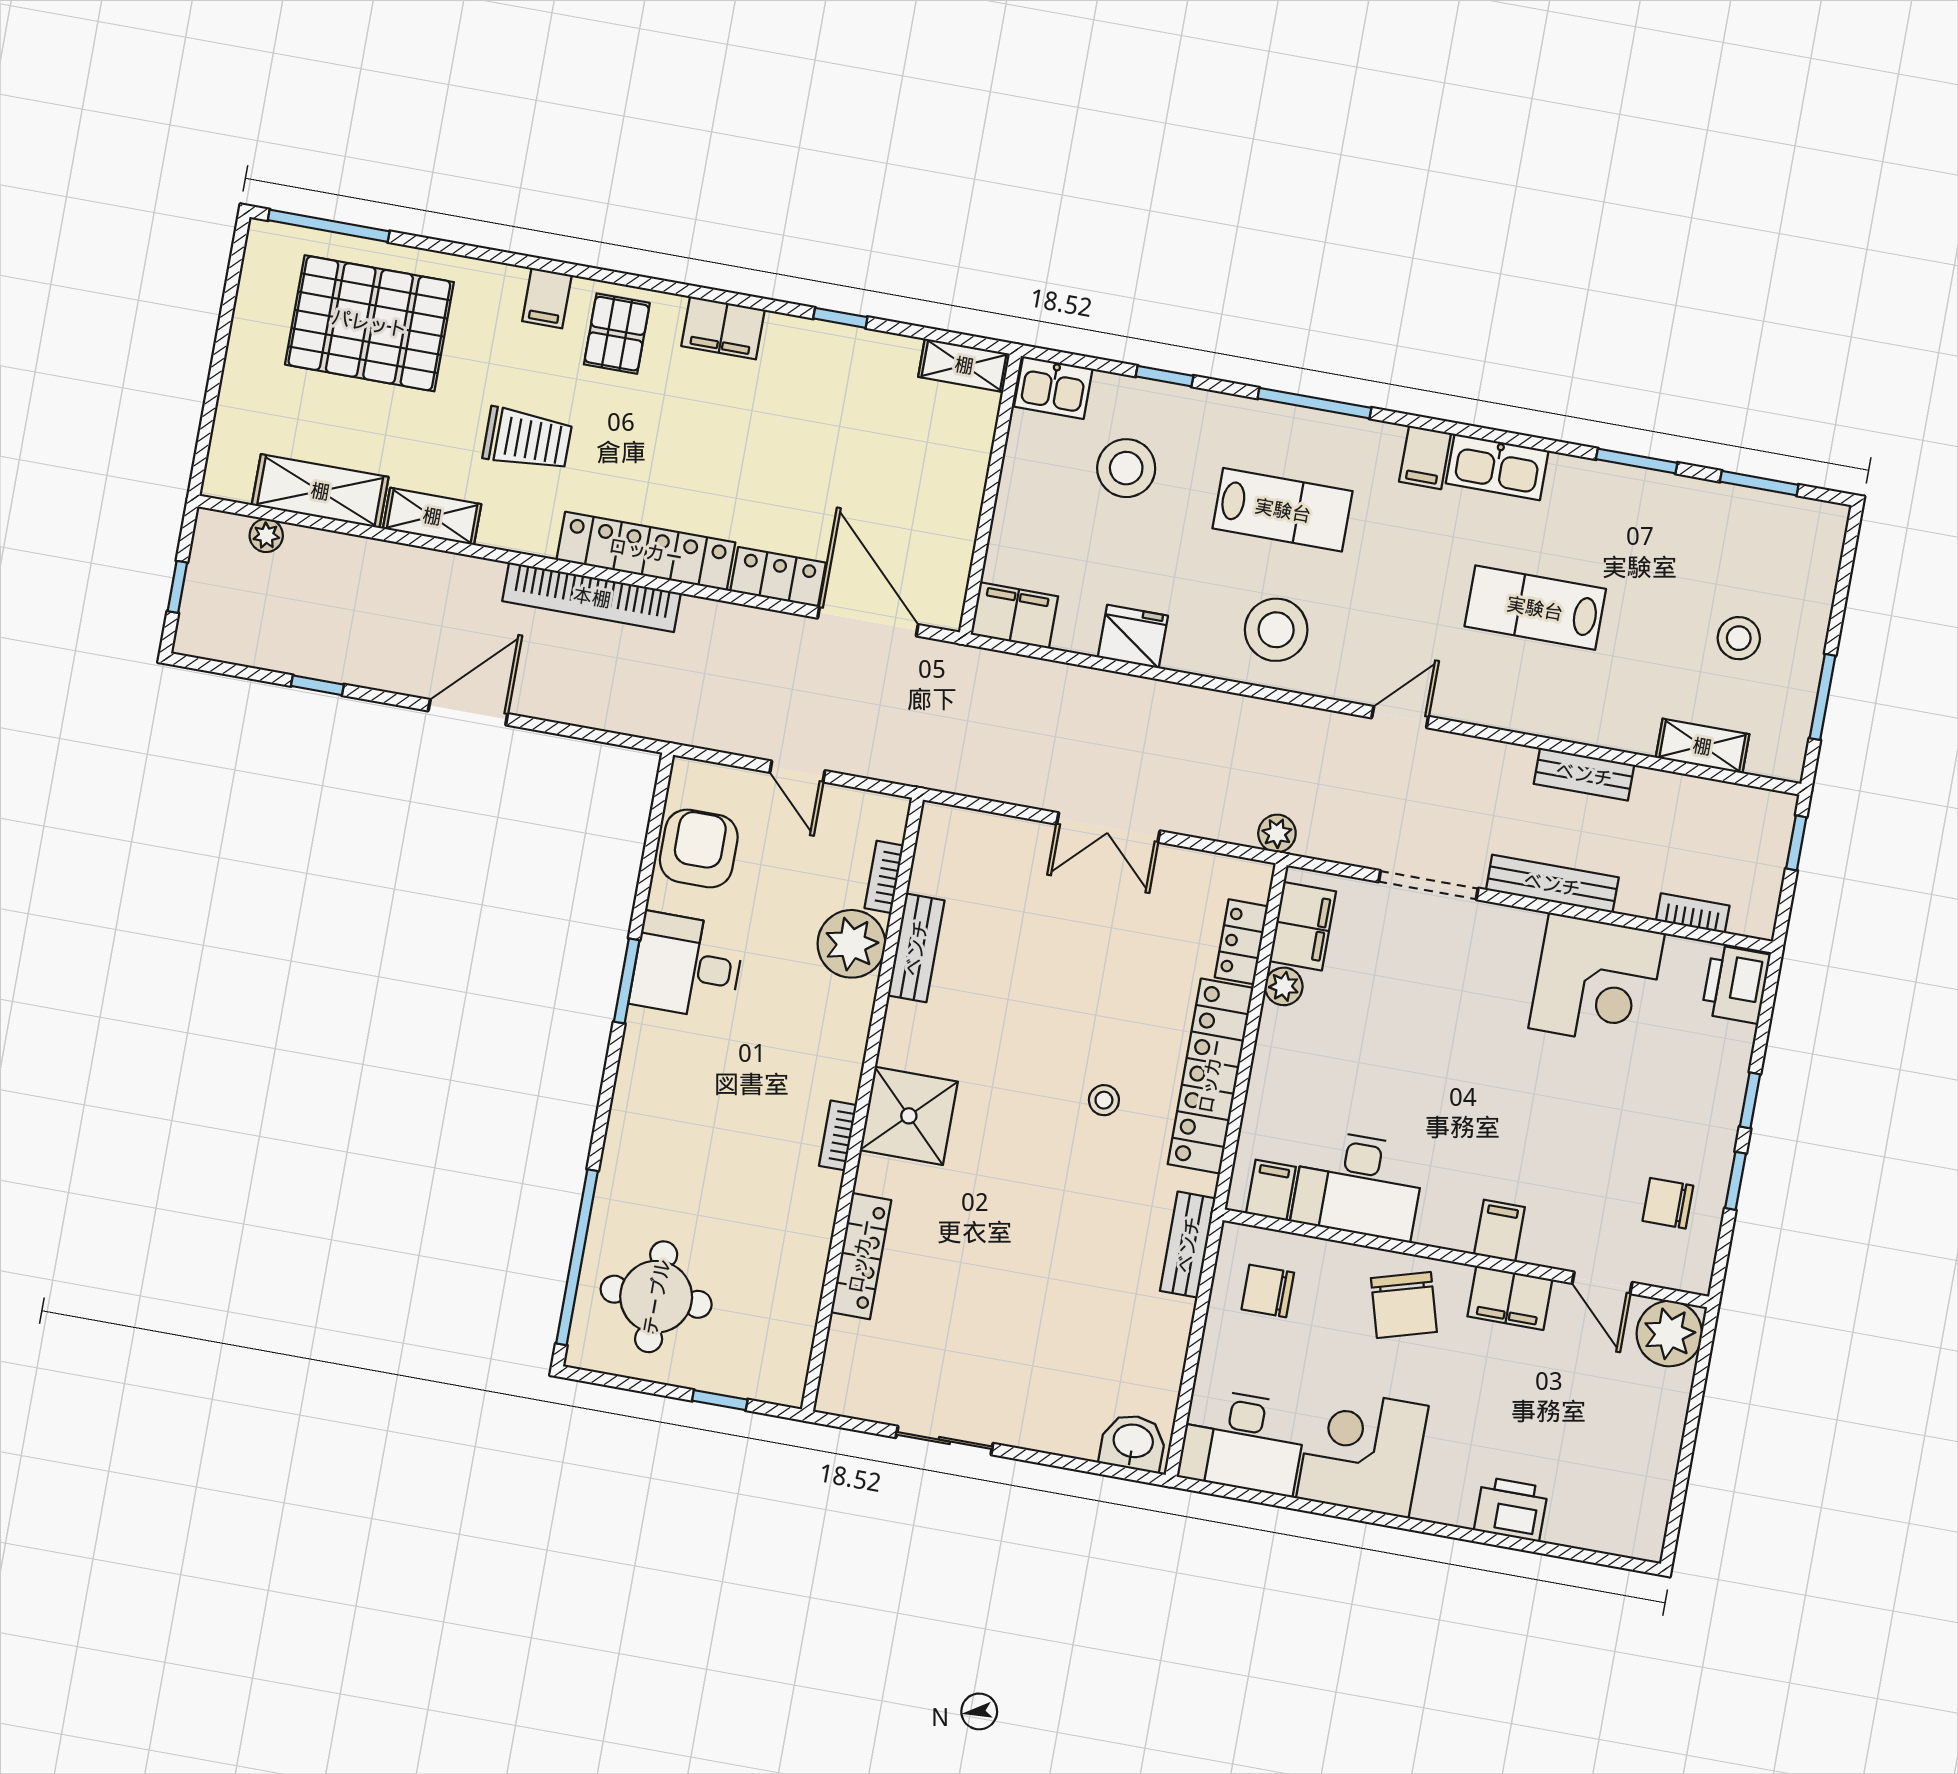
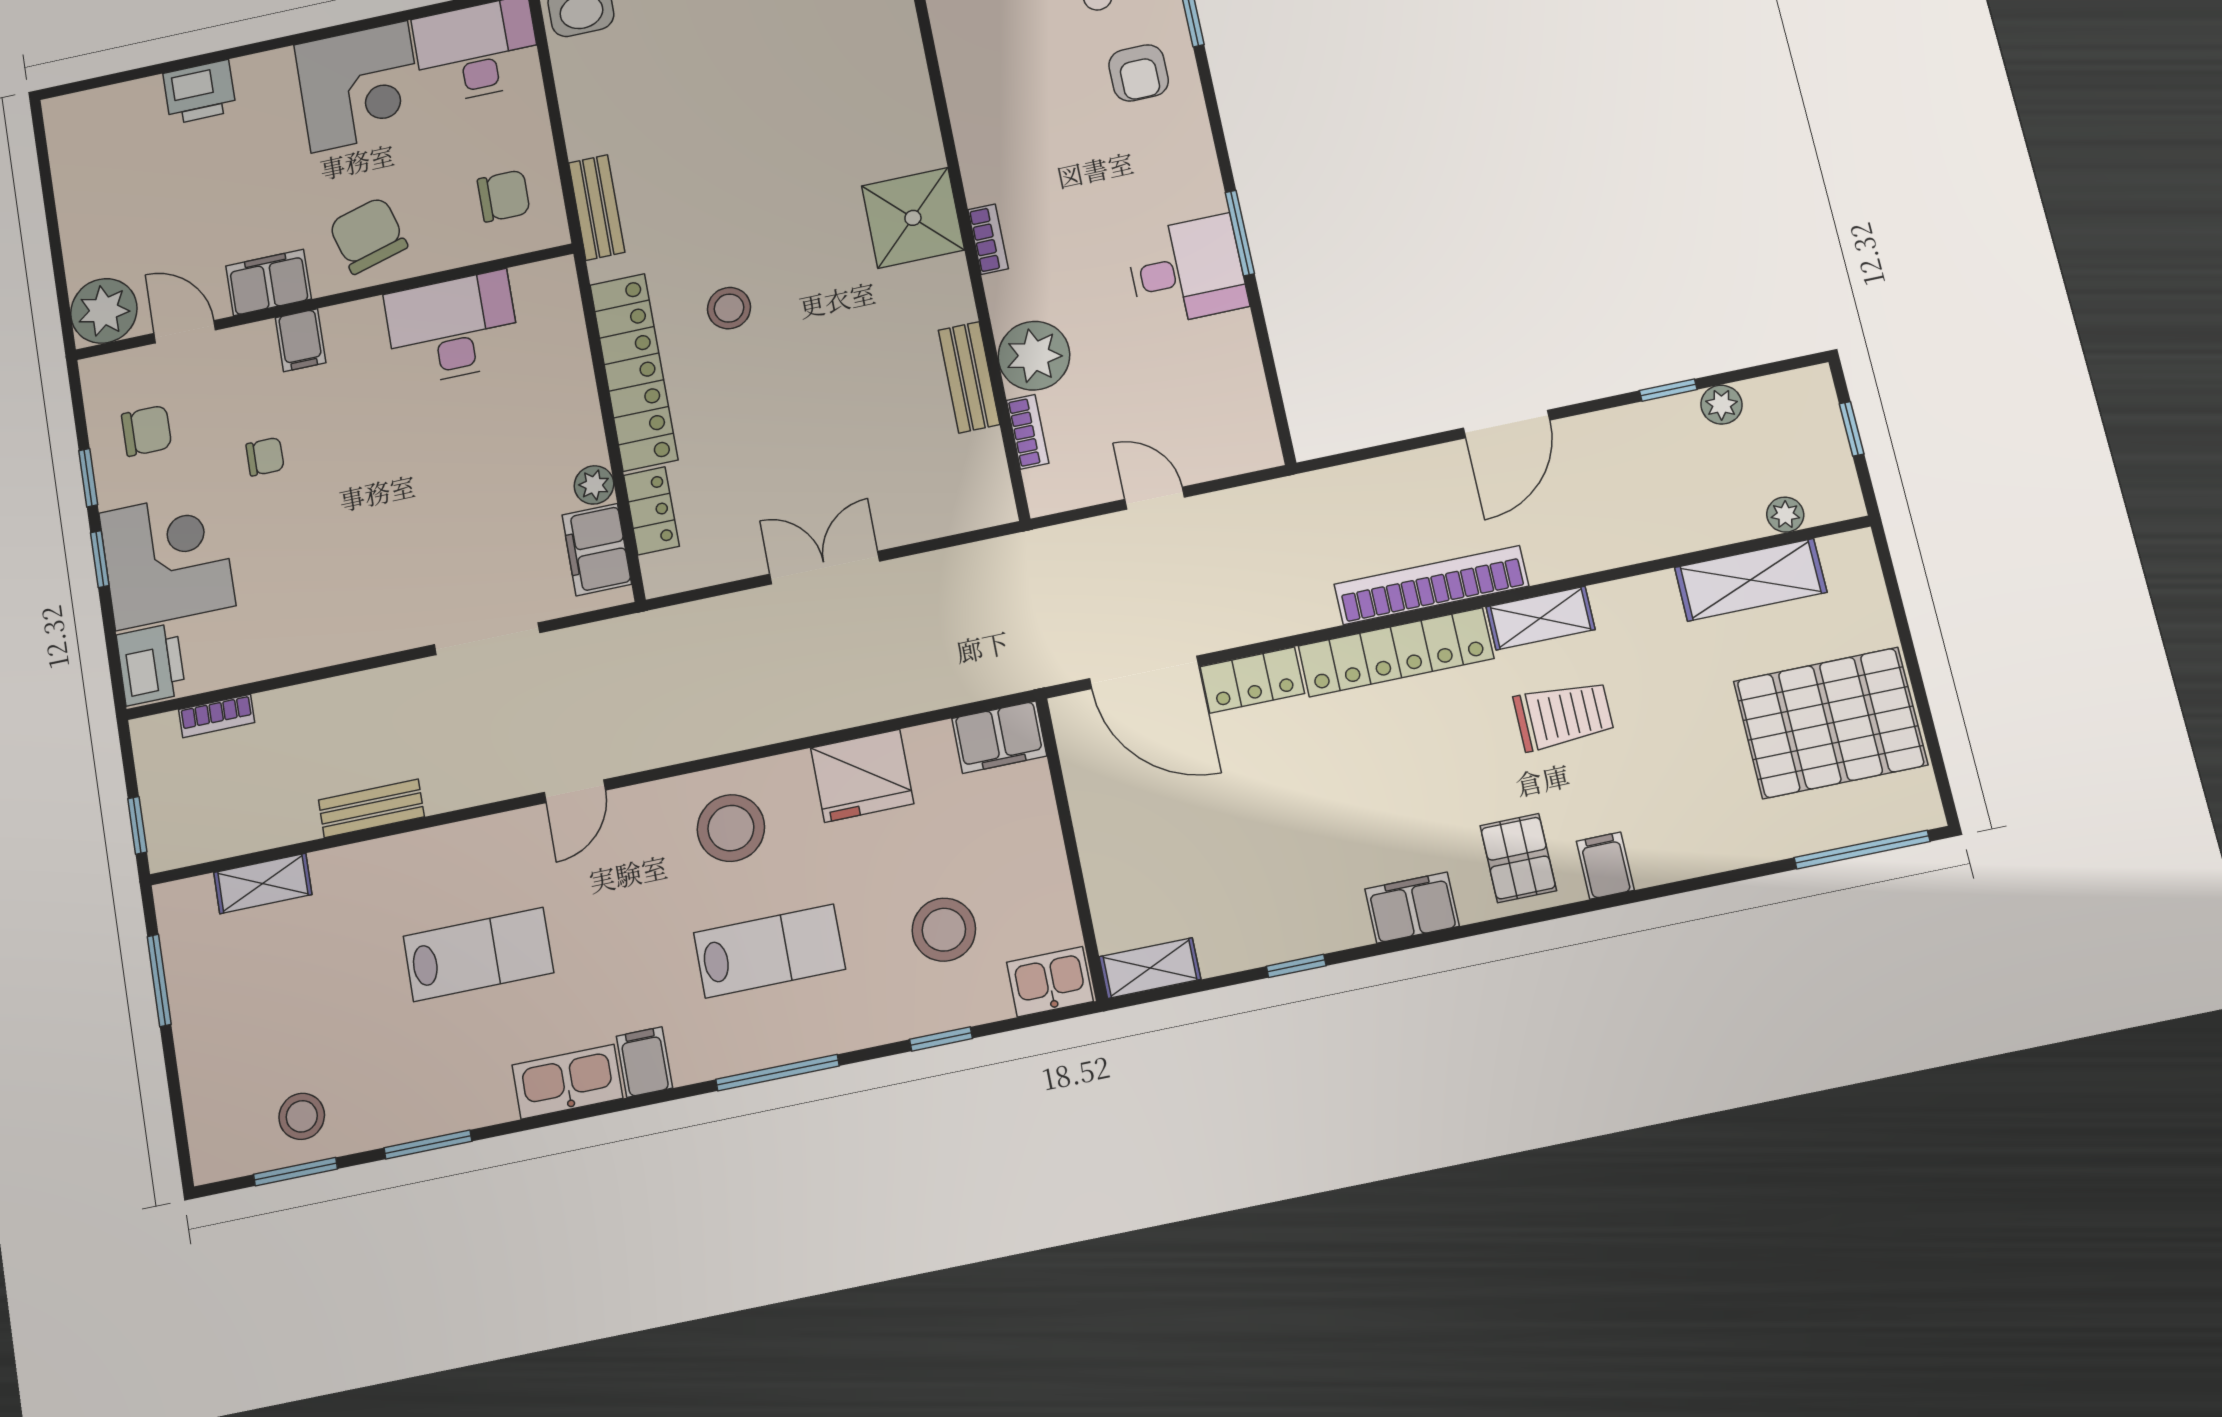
pallet: (369, 323) -> (1830, 723), moved
trolley: (527, 439) -> (1564, 715), turned 180
lab bench: (1283, 510) -> (769, 951), turned 180
shelving: (432, 516) -> (1541, 618), moved
fridge: (1133, 636) -> (862, 776), width x1.36, depth x1.34
stool: (1739, 638) -> (302, 1116), moved
plant: (1277, 833) -> (1721, 405), moved
armchair: (699, 848) -> (1139, 73), moved, width x0.72, depth x0.72
bench: (1552, 884) -> (365, 689), removed
corner desk: (1597, 981) -> (167, 559), moved, turned 90
stool: (1104, 1100) -> (729, 308), width x1.37, depth x1.37
chair: (1569, 1134) -> (265, 457), added
bookcase: (838, 1135) -> (988, 239), moved
filing cabinet: (1271, 1190) -> (535, 290), removed
locker: (861, 1256) -> (907, 71), removed

